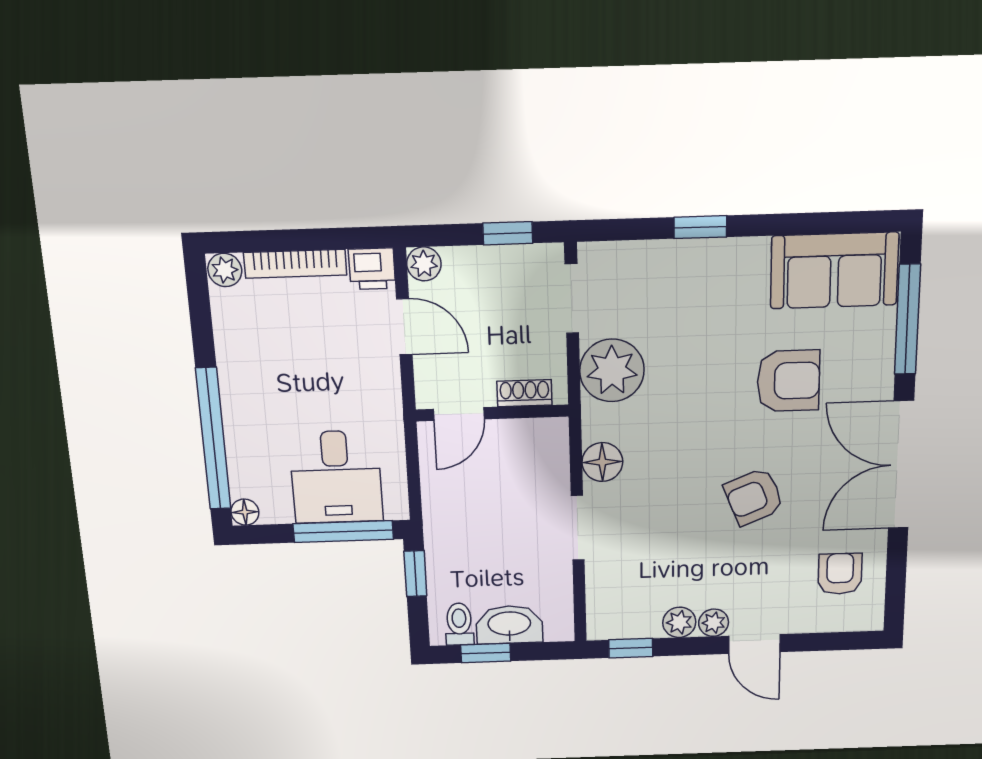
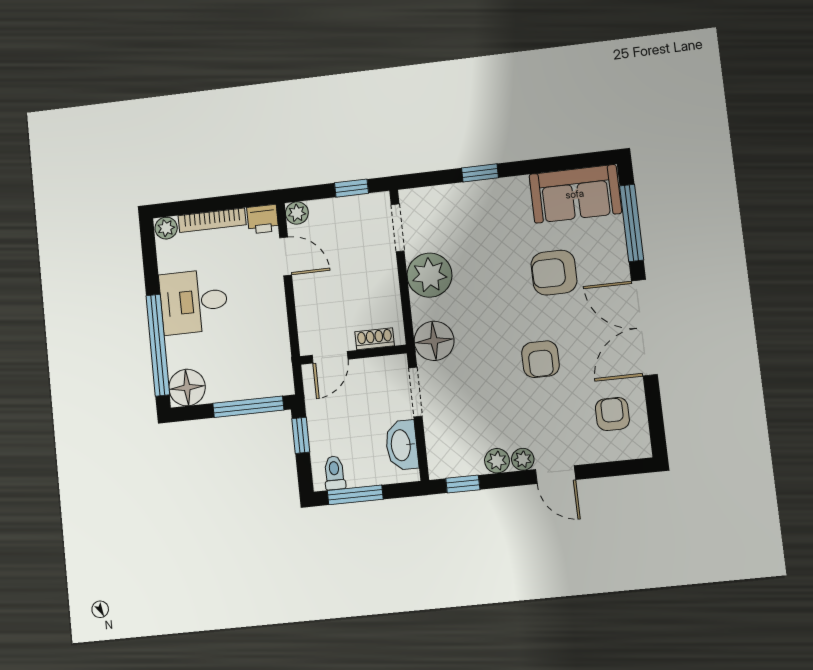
armchair: (788, 381) -> (554, 273), turned 180
shoe rack: (524, 393) -> (375, 339), moved
wall: (492, 413) -> (353, 355), moved
door: (459, 414) -> (330, 357), moved
floor lamp: (602, 462) -> (434, 341), width x1.38, depth x1.38
desk: (336, 477) -> (194, 302), moved, turned 90
armchair: (754, 497) -> (540, 359), turned -68
floor lamp: (245, 512) -> (187, 388), width x1.89, depth x1.89
washbasin: (509, 625) -> (402, 445), moved, turned -90
window: (486, 653) -> (355, 495), width x1.50

